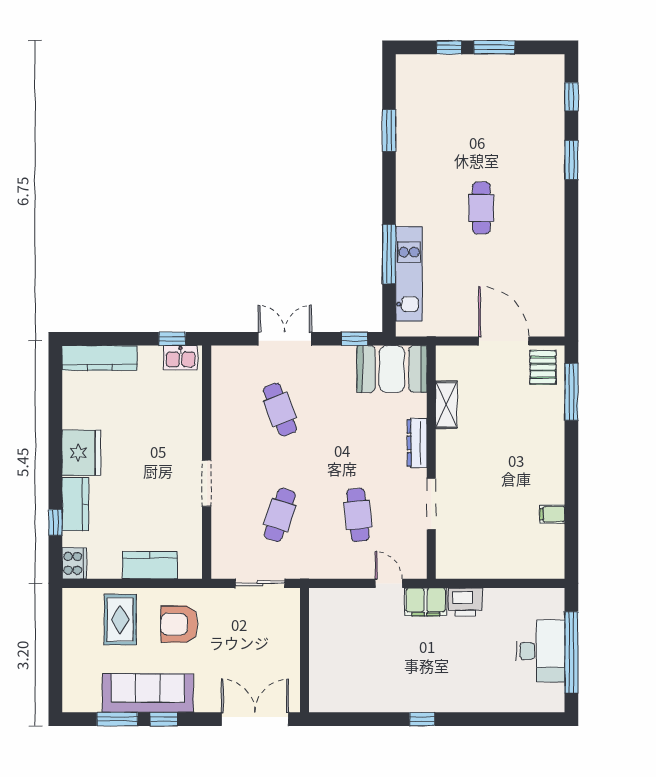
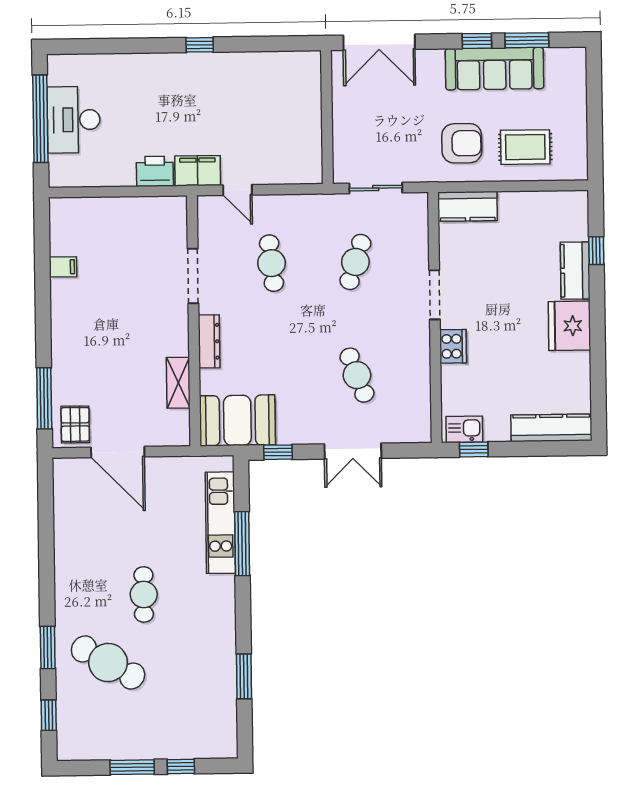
cafe table: (515, 145) -> (108, 663), added
cooker: (74, 563) -> (453, 346), moved, turned 180
kitchen counter: (150, 565) -> (468, 206), moved
rug: (120, 620) -> (525, 147), turned 90

